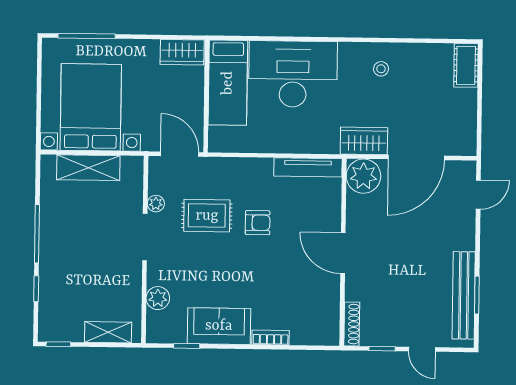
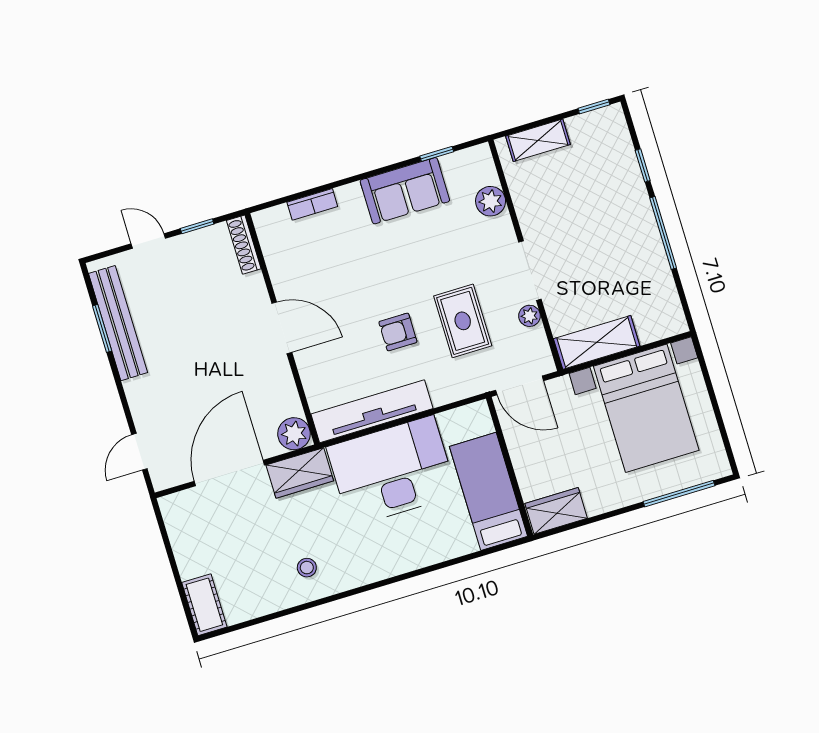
desk: (293, 74) -> (392, 471), moved, turned 180
tv unit: (308, 167) -> (372, 411), width x1.36, depth x1.29
shelving: (88, 168) -> (597, 342), moved
plant: (363, 176) -> (294, 434), width x0.73, depth x0.73
rug: (207, 216) -> (463, 321), turned 90
bookcase: (271, 338) -> (312, 204), moved

